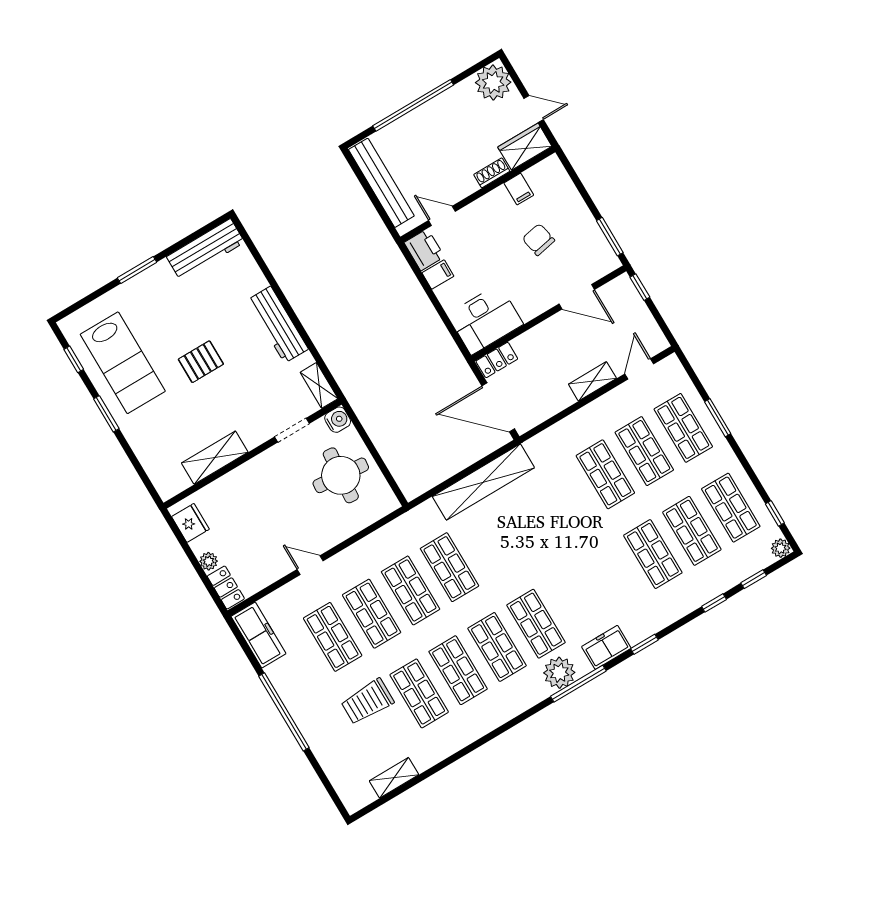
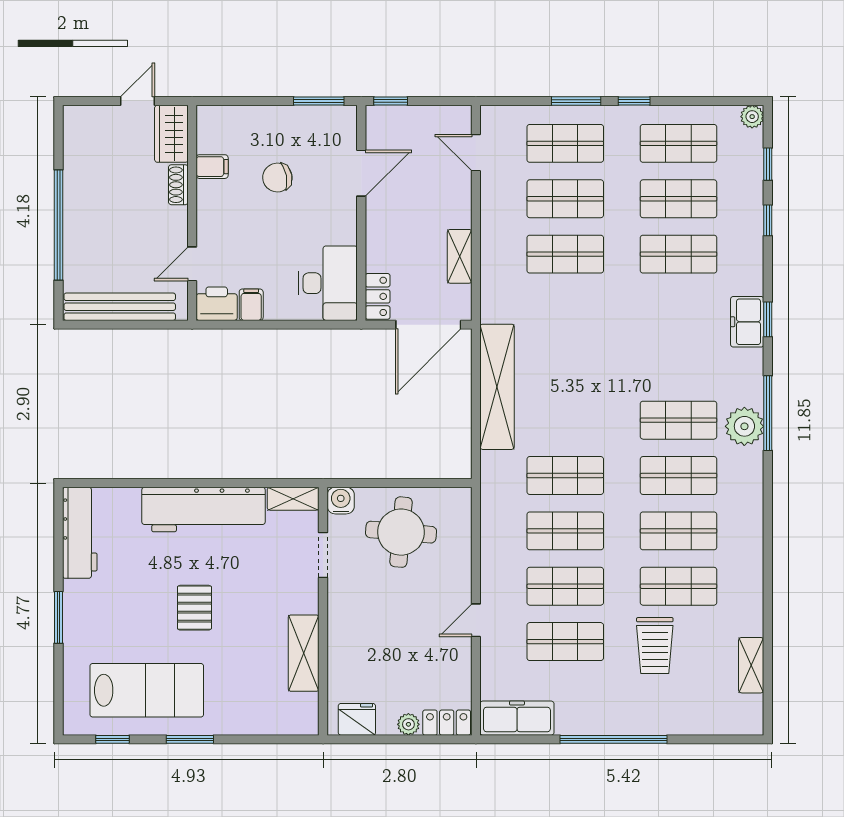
plant: (493, 82) -> (84, 127), removed
workbench: (278, 325) -> (203, 509), width x1.36, depth x1.32
shelving: (592, 381) -> (460, 256), moved
window: (775, 513) -> (634, 101), moved
freezer: (606, 647) -> (747, 322), moved

